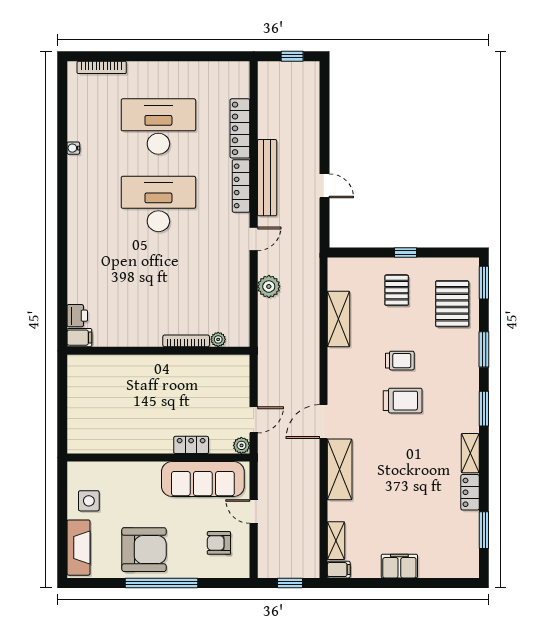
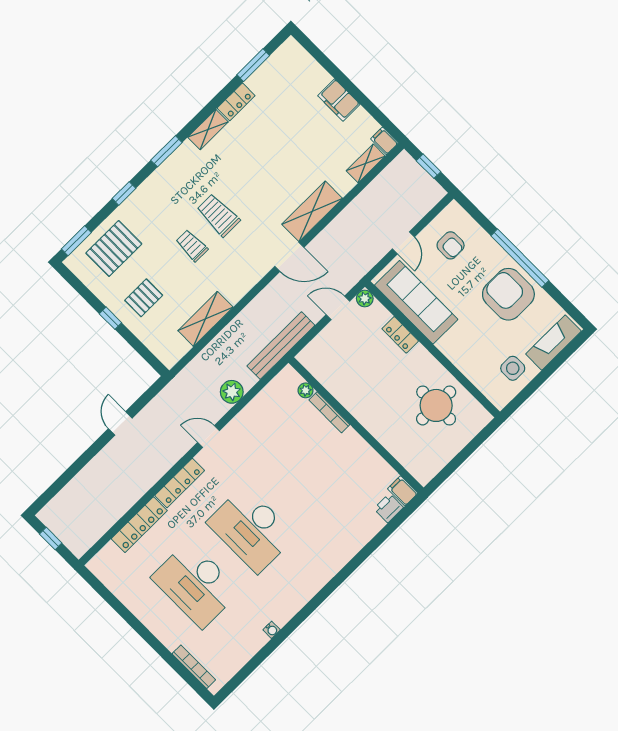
bench: (267, 178) -> (281, 346), moved
window: (484, 349) -> (124, 193), width x0.67
round table: (116, 421) -> (436, 405), added

